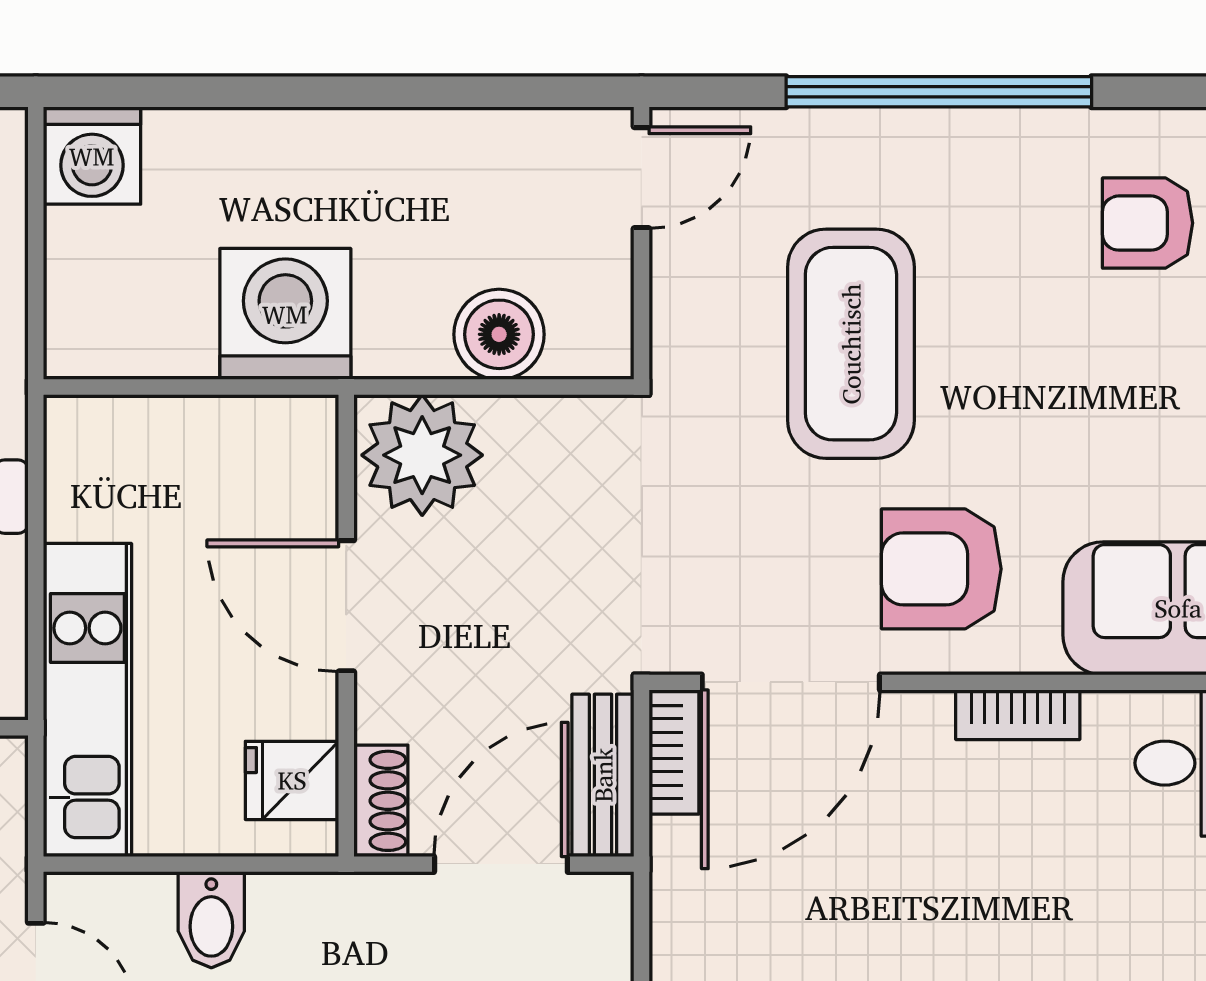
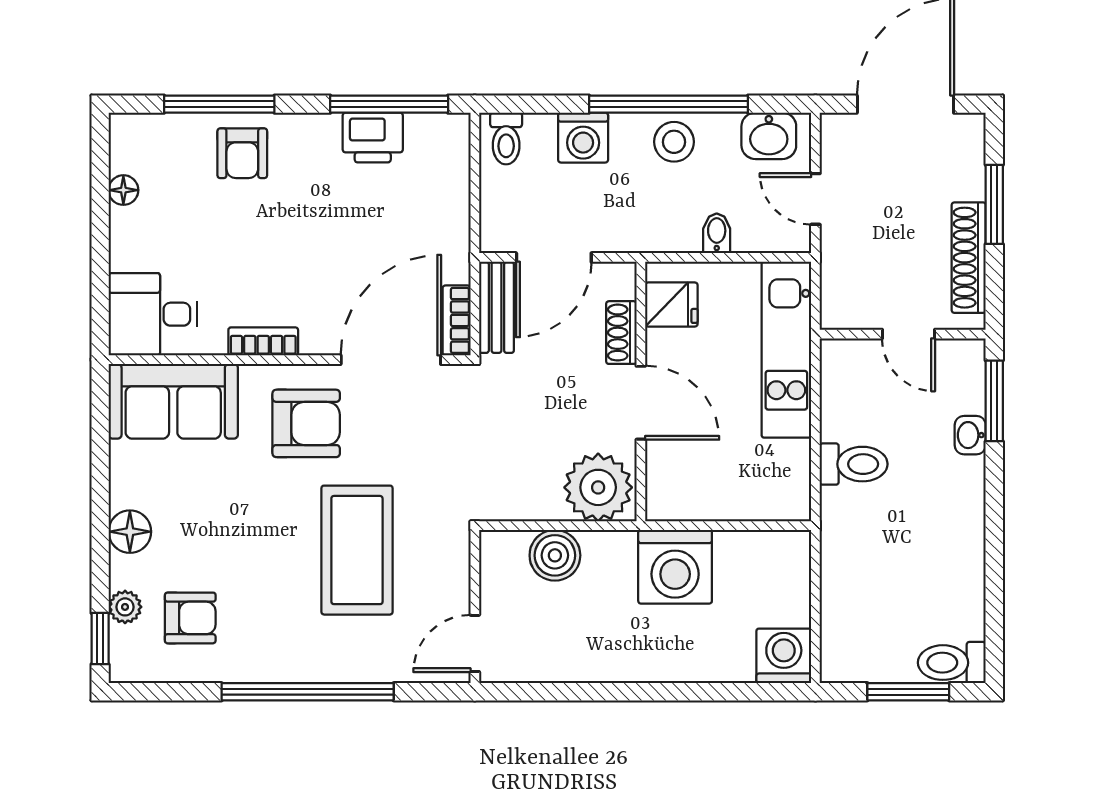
shoe rack: (381, 801) -> (621, 333), moved
bidet: (211, 920) -> (717, 233), width x0.72, depth x0.74

